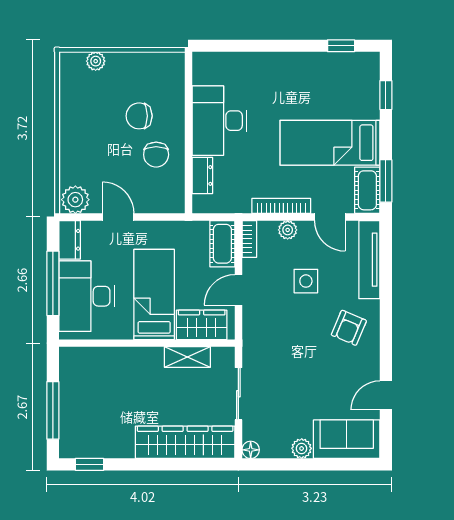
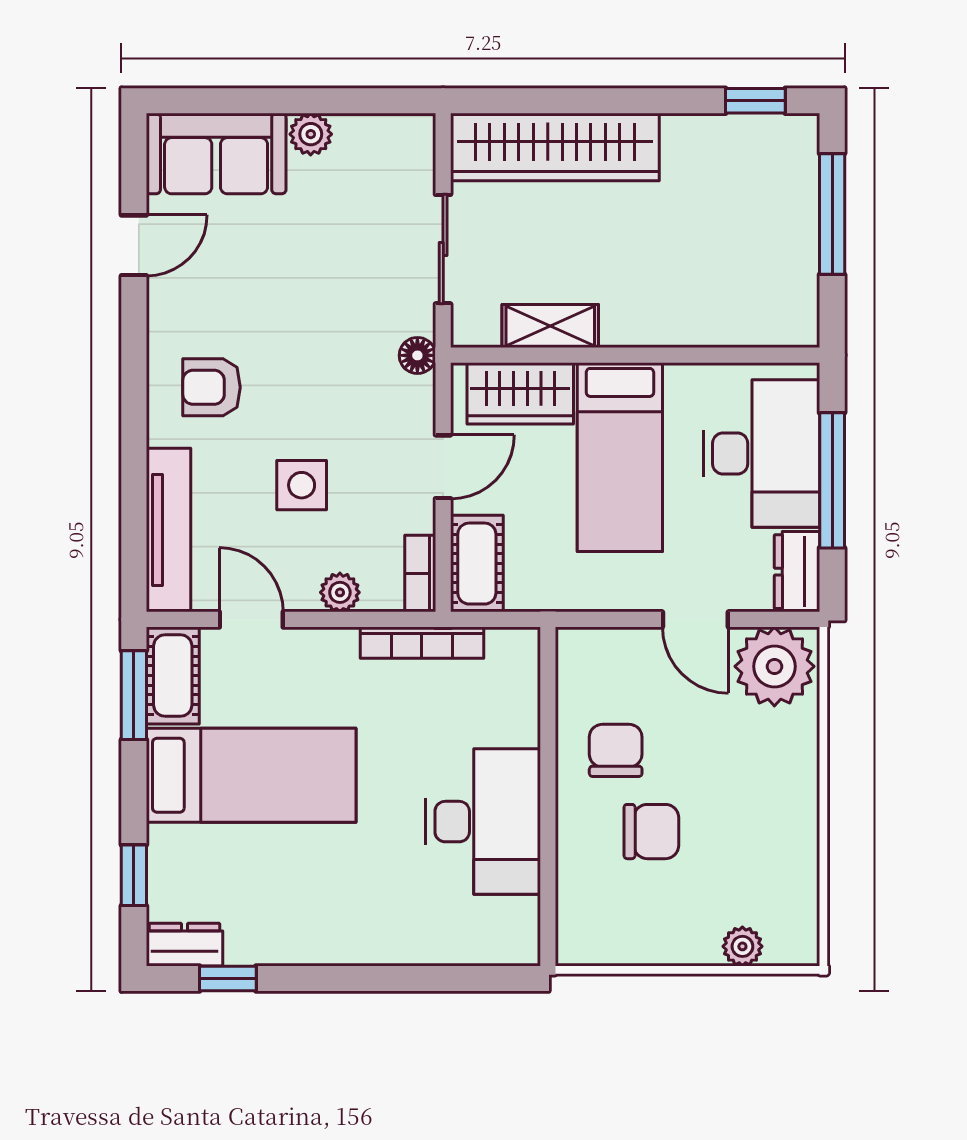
dresser: (202, 175) -> (185, 945), moved, turned 90
plant: (75, 200) -> (774, 666), width x1.36, depth x1.36
bookcase: (281, 206) -> (422, 643), moved
armchair: (349, 328) -> (212, 387), turned -113
floor lamp: (251, 450) -> (417, 355), moved

